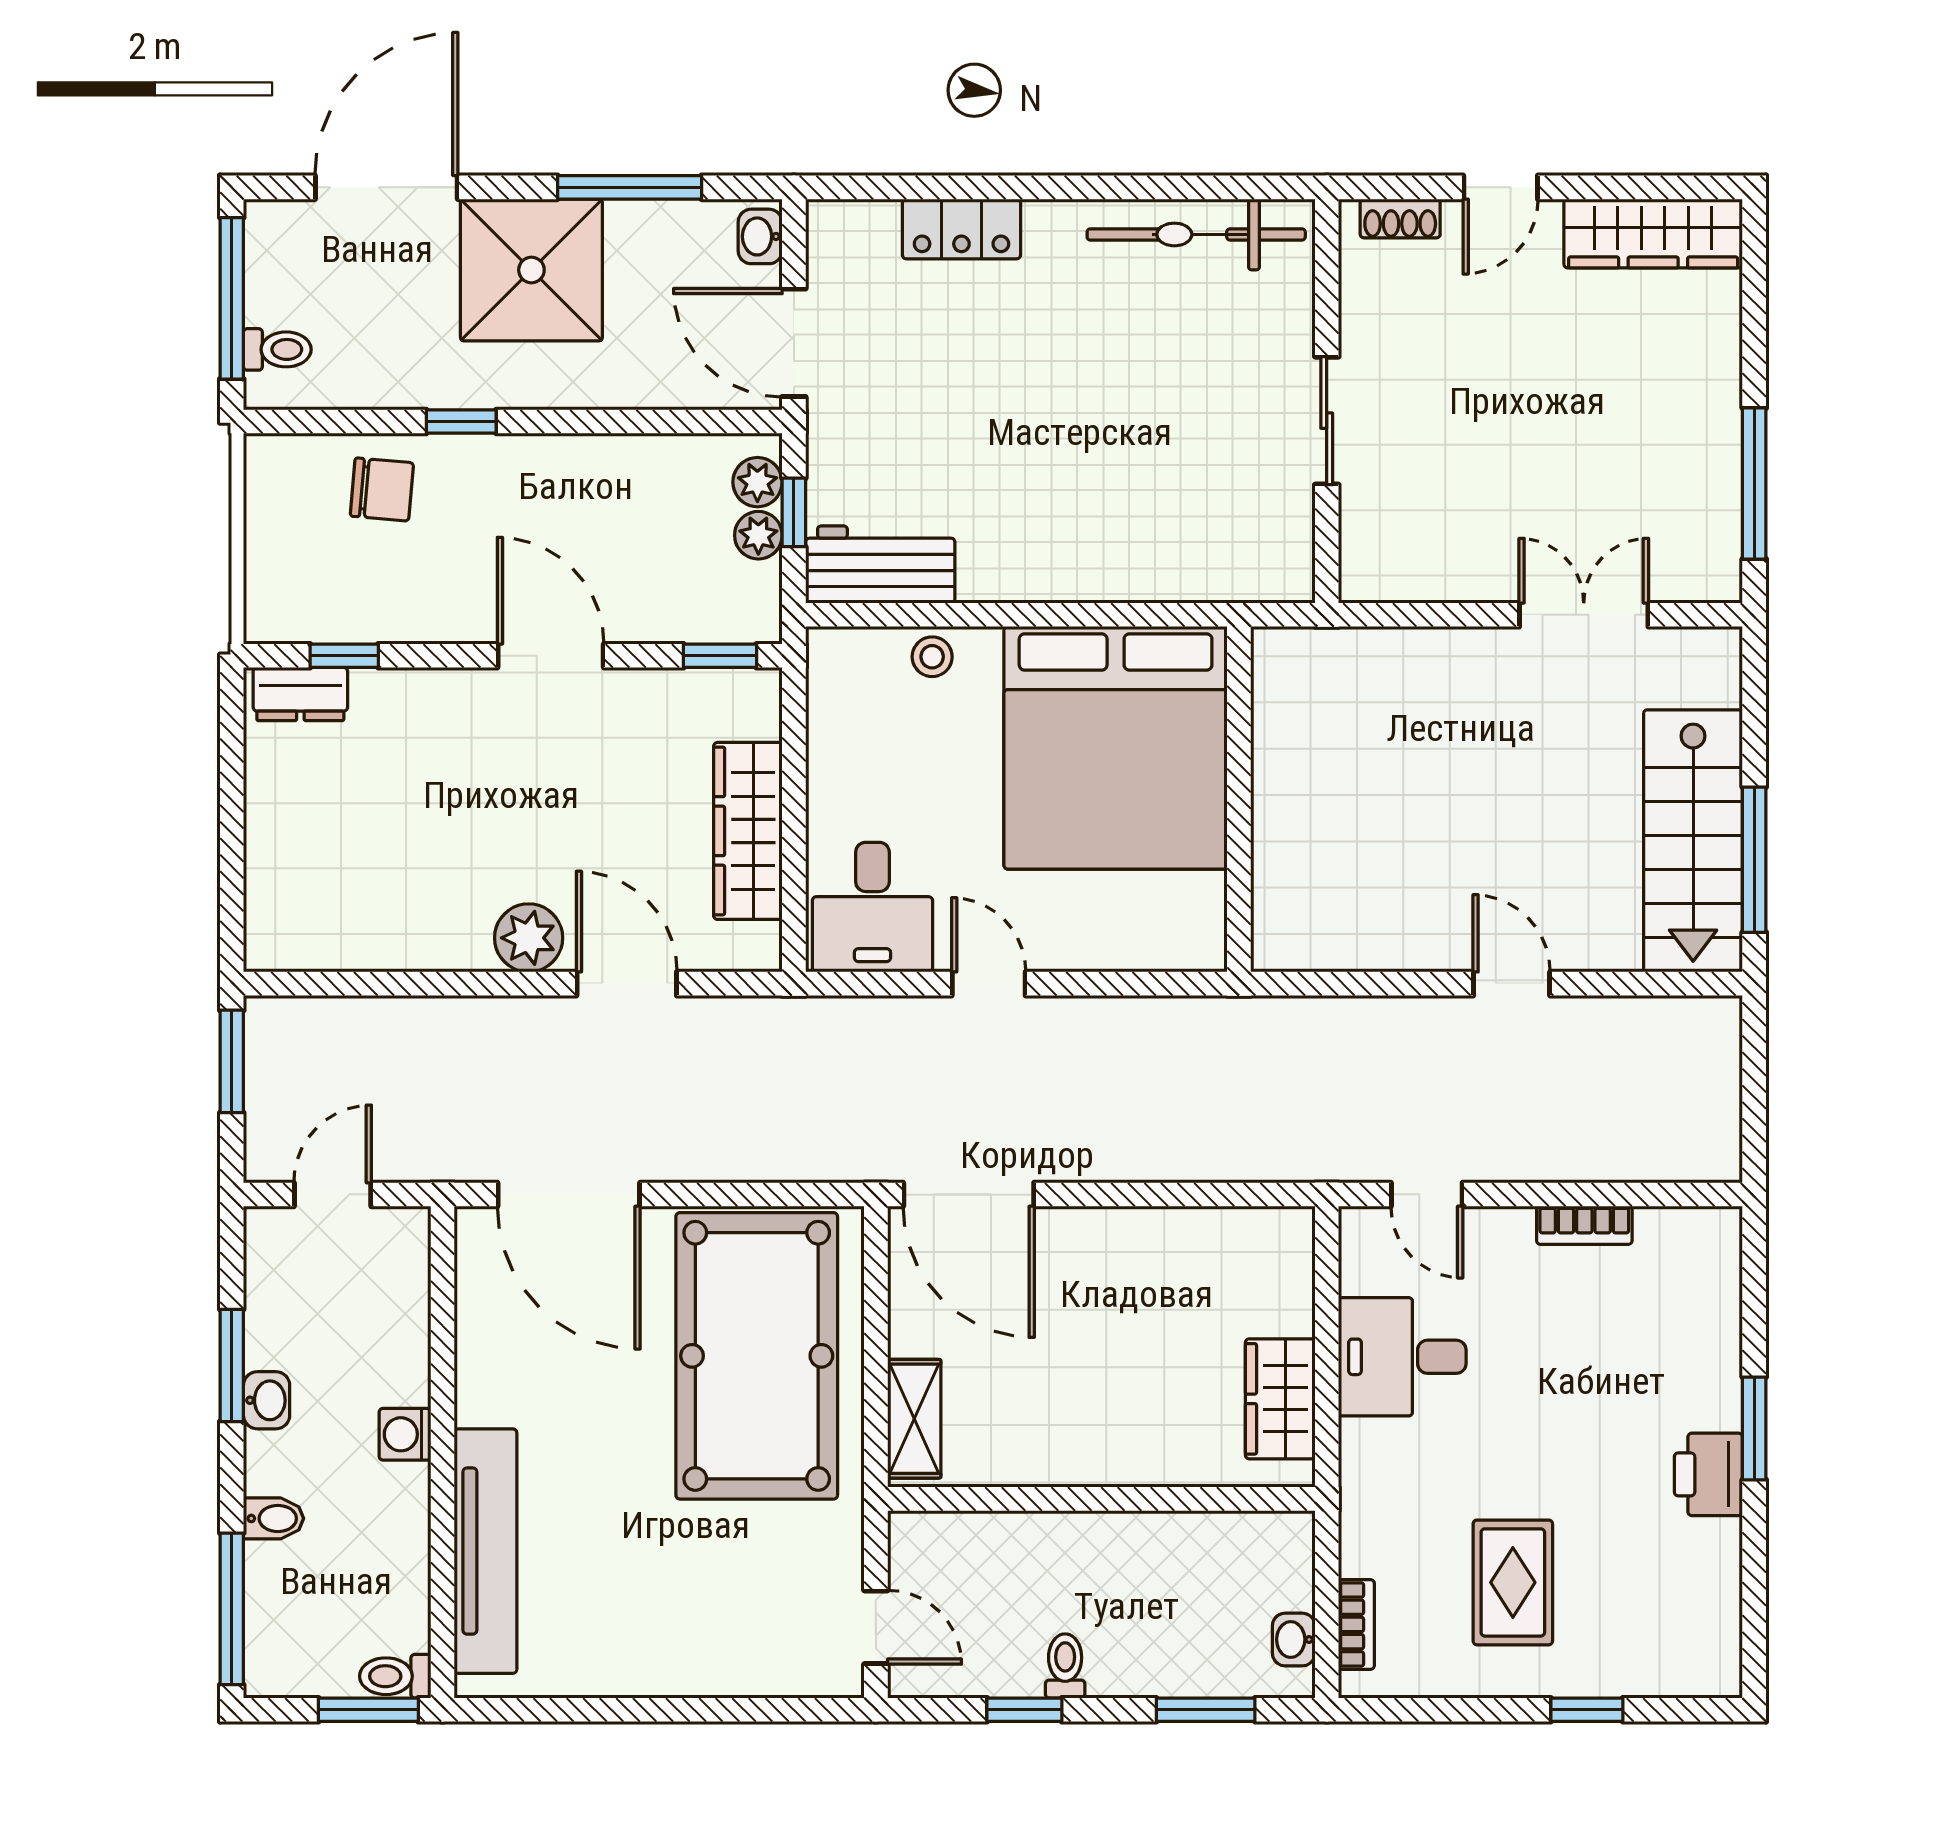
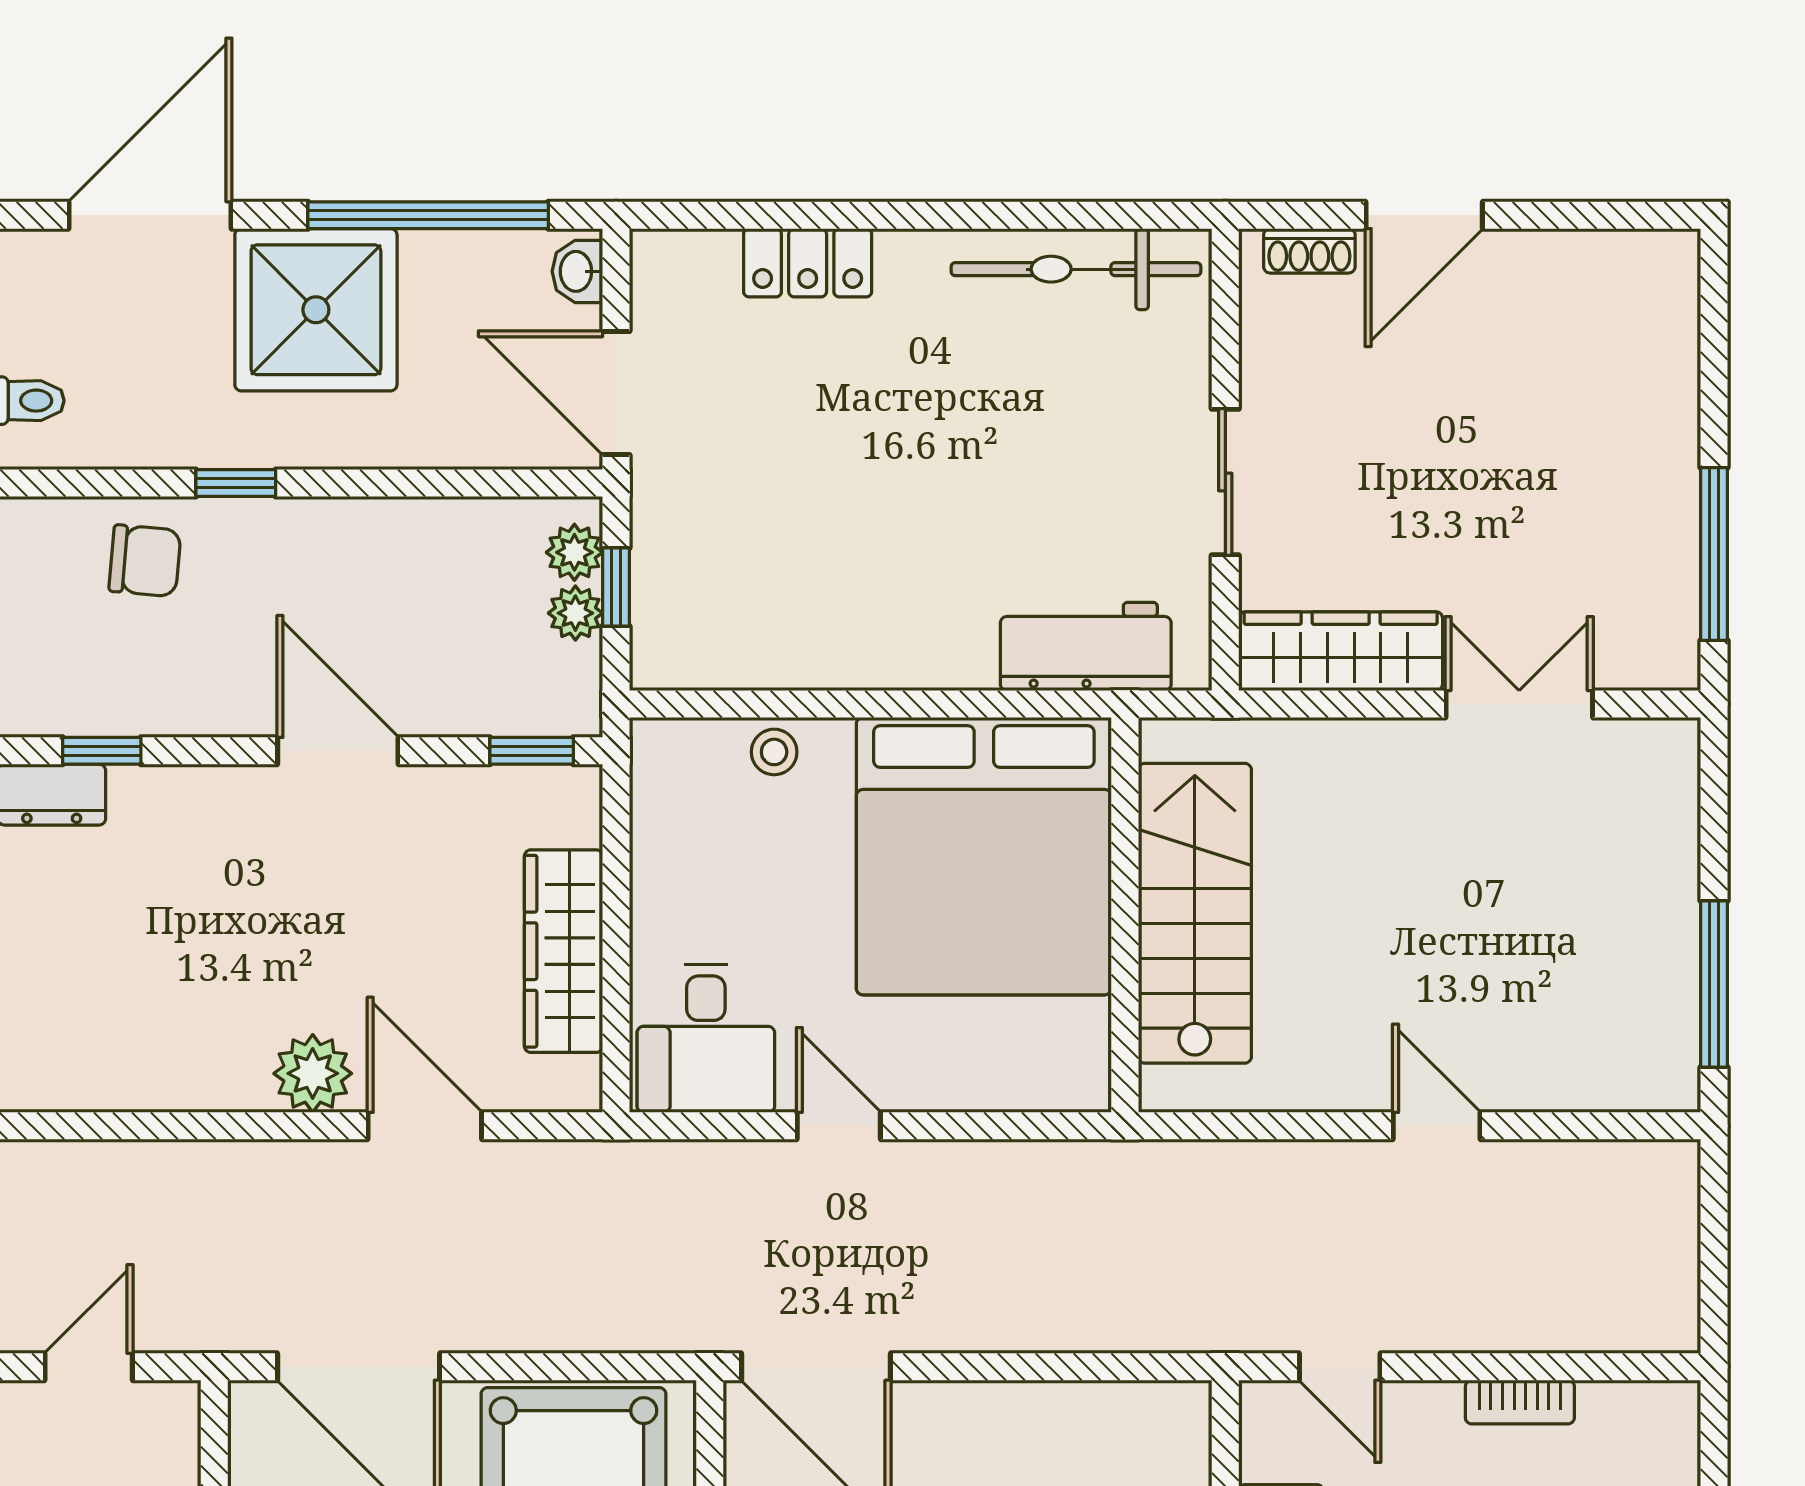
window: (630, 187) -> (428, 215), width x1.46
door: (1501, 187) -> (1424, 215), width x1.38
wardrobe: (1653, 233) -> (1341, 651), moved, turned 180
workbench: (880, 564) -> (1086, 646), moved
stairs: (1693, 841) -> (1195, 913), moved, turned 180

